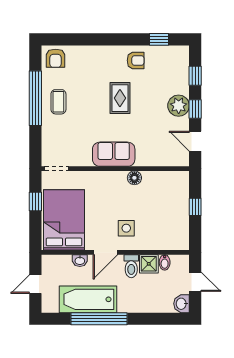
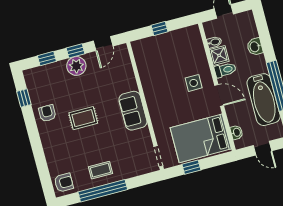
floor lamp: (134, 178) -> (149, 87), removed
washbasin: (80, 261) -> (237, 132), moved
washbasin: (182, 304) -> (255, 47), moved, turned 90

